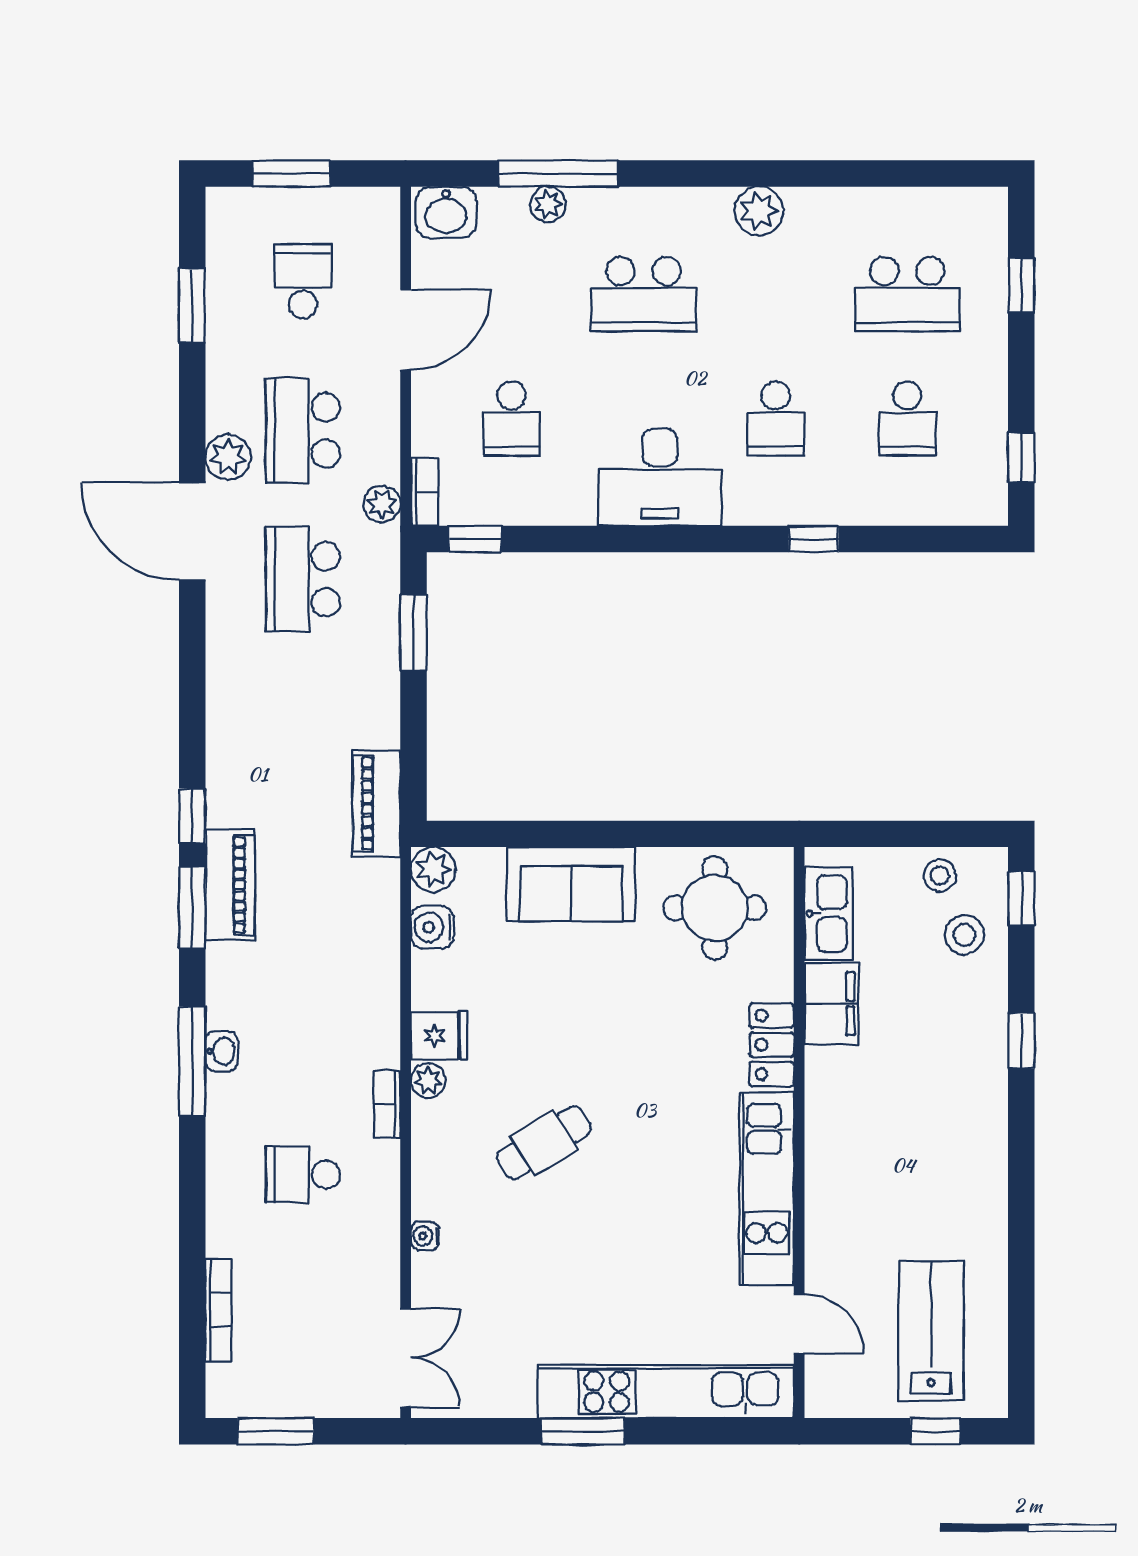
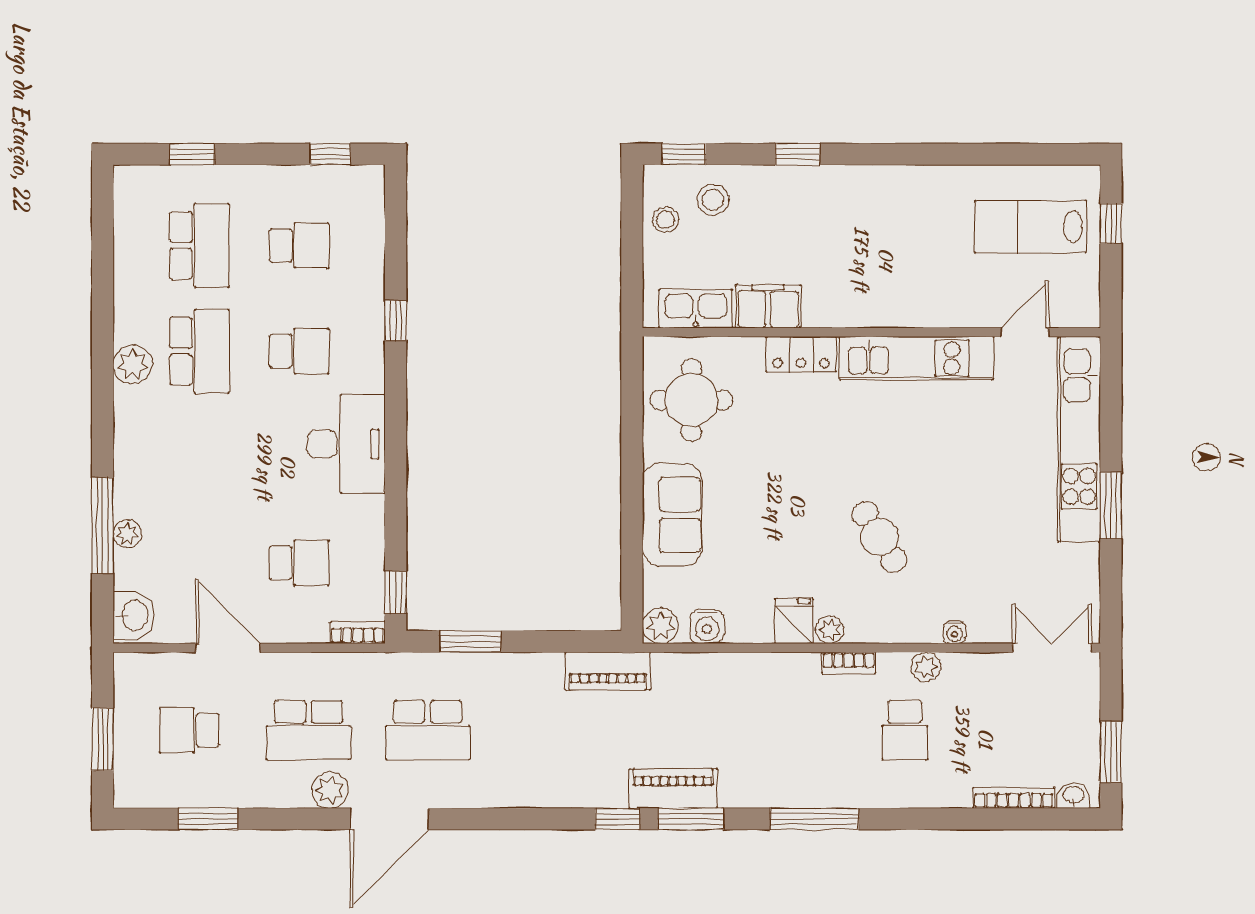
school desk: (644, 294) -> (199, 351), moved
plant: (382, 504) -> (926, 667), moved
washbasin: (221, 1051) -> (1074, 795), moved

